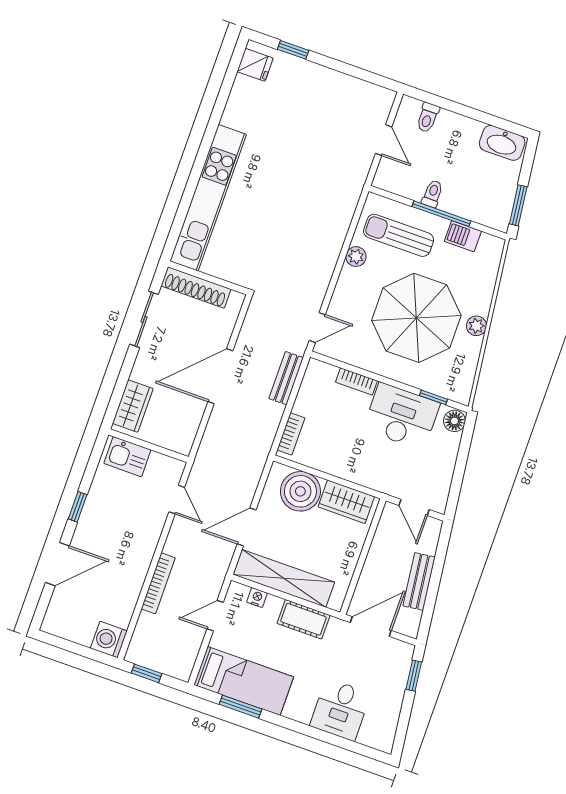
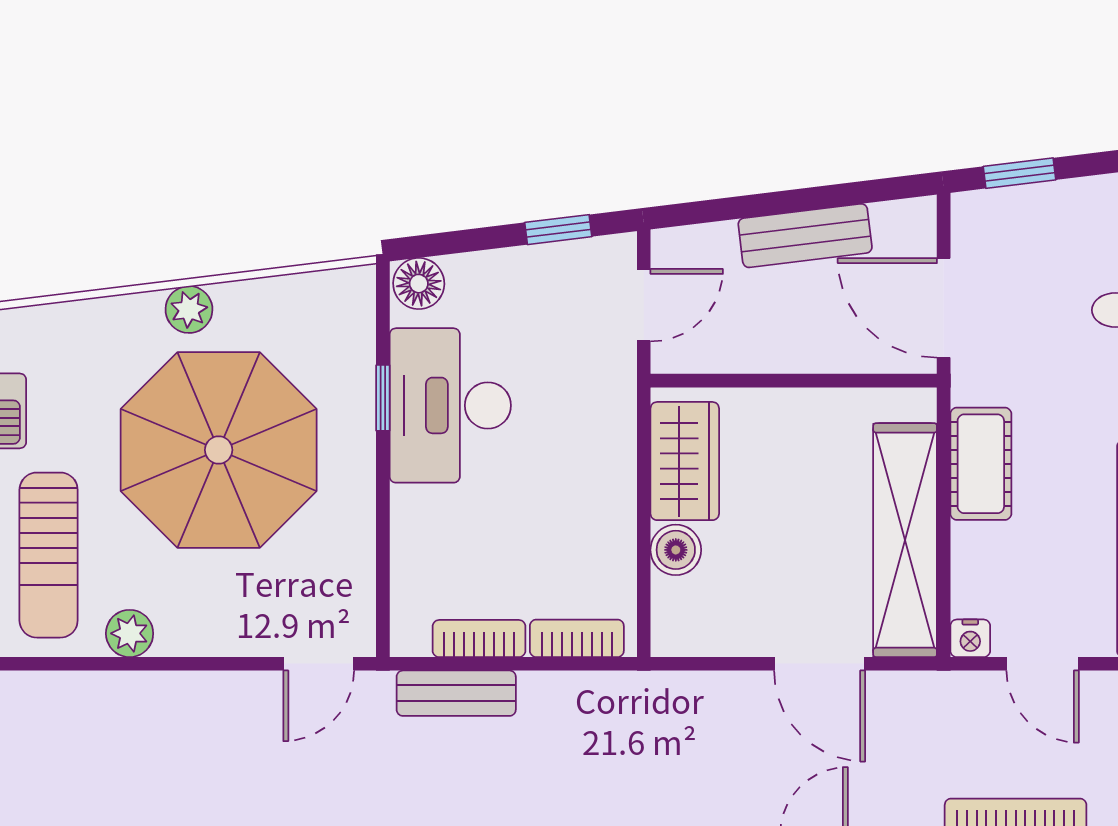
door: (317, 328) -> (319, 664), swing flipped
bookcase: (356, 381) -> (479, 639), moved, turned -90
window: (433, 397) -> (383, 398), moved
window: (456, 484) -> (558, 230), added
boiler: (300, 491) -> (676, 550), width x0.54, depth x0.54
nightstand: (257, 598) -> (970, 638), moved, turned -90

